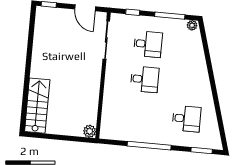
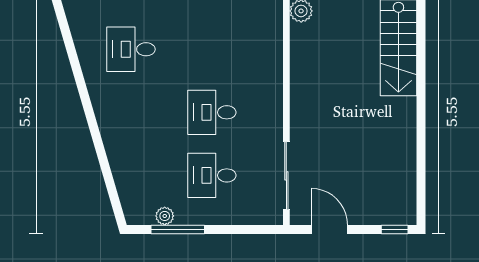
window: (133, 12) -> (244, 229), removed
plant: (192, 25) -> (165, 216), moved

